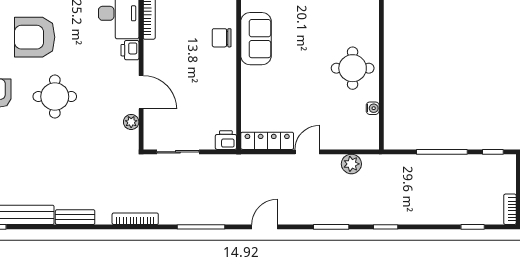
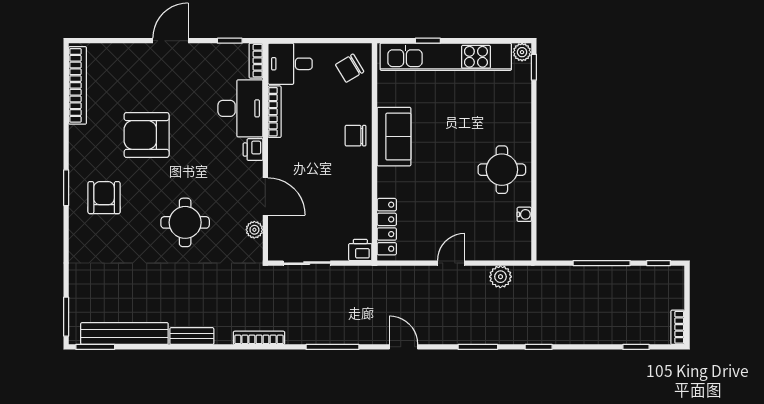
round table: (55, 97) -> (185, 222), moved
locker: (267, 141) -> (387, 227), moved, turned 90
door: (265, 227) -> (403, 347), hinge flipped

